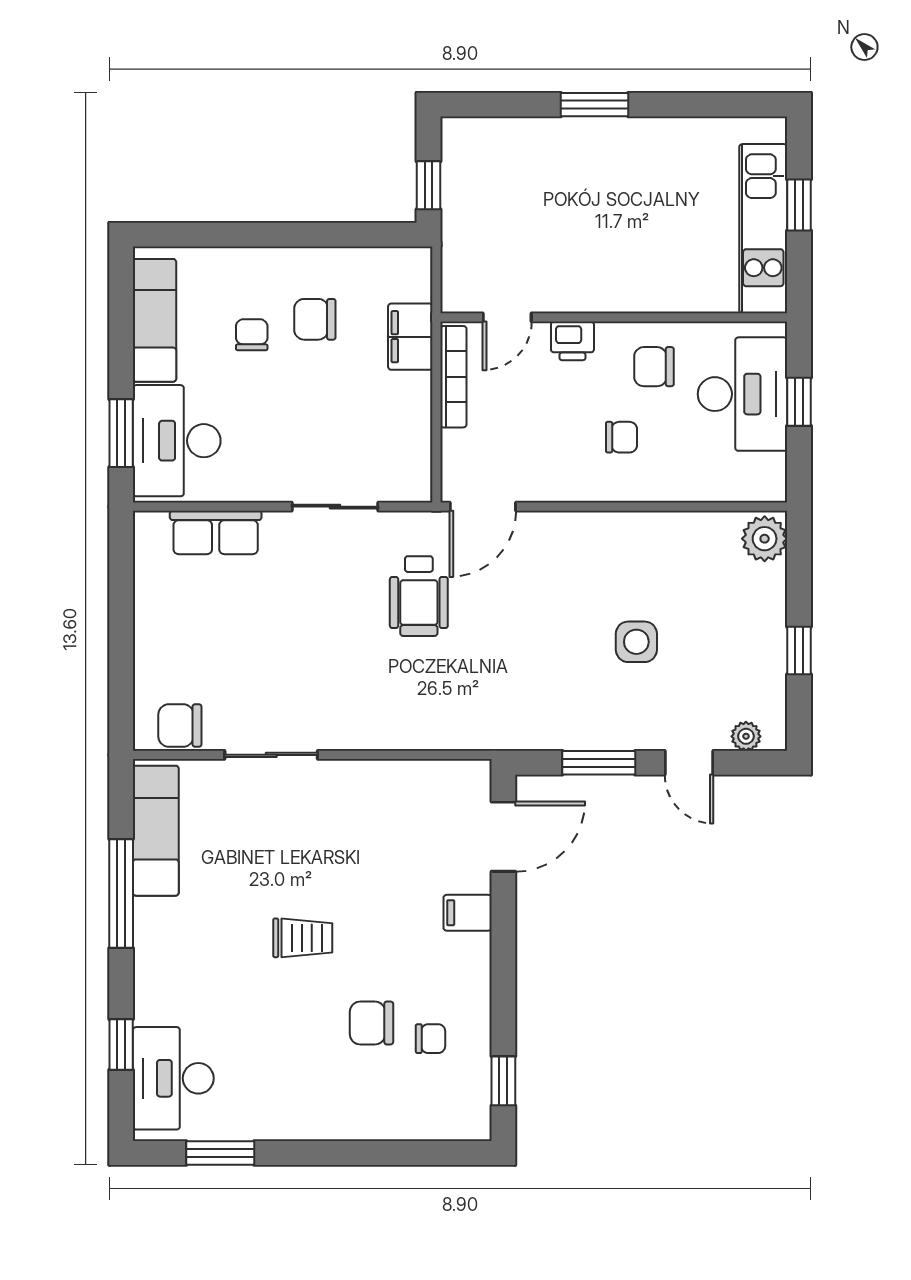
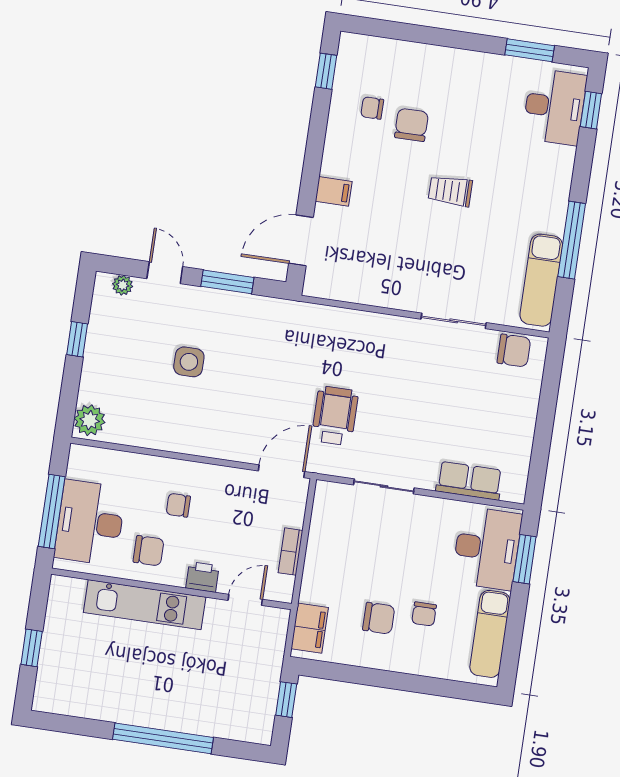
window: (594, 105) -> (163, 738), width x2.11
kitchen unit: (763, 229) -> (145, 605), moved, turned 90
filing cabinet: (410, 337) -> (310, 628), moved
bookcase: (453, 377) -> (290, 552), width x0.64
window: (799, 402) -> (52, 512), width x2.17
chair: (371, 1023) -> (411, 125), turned -90
window: (121, 1045) -> (591, 110), moved

